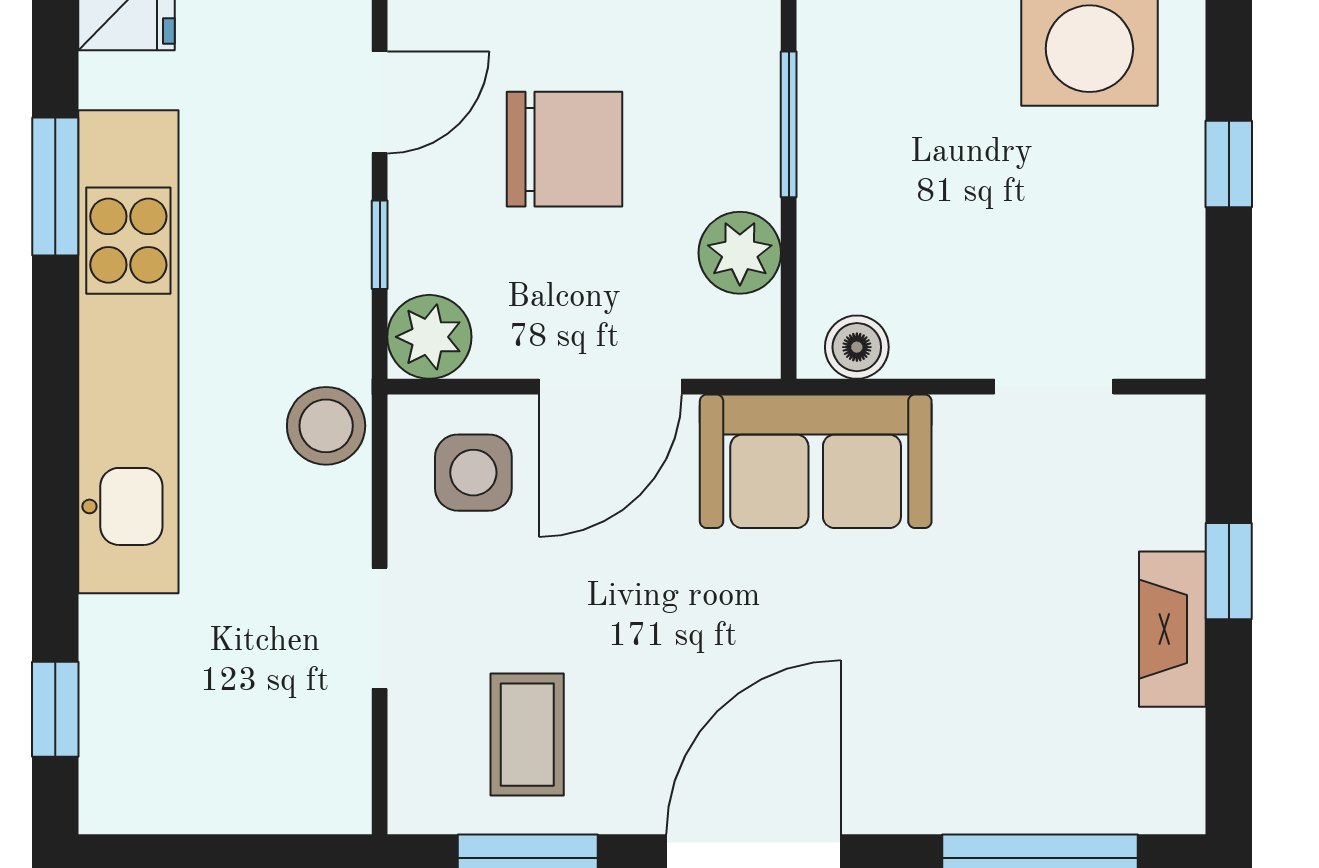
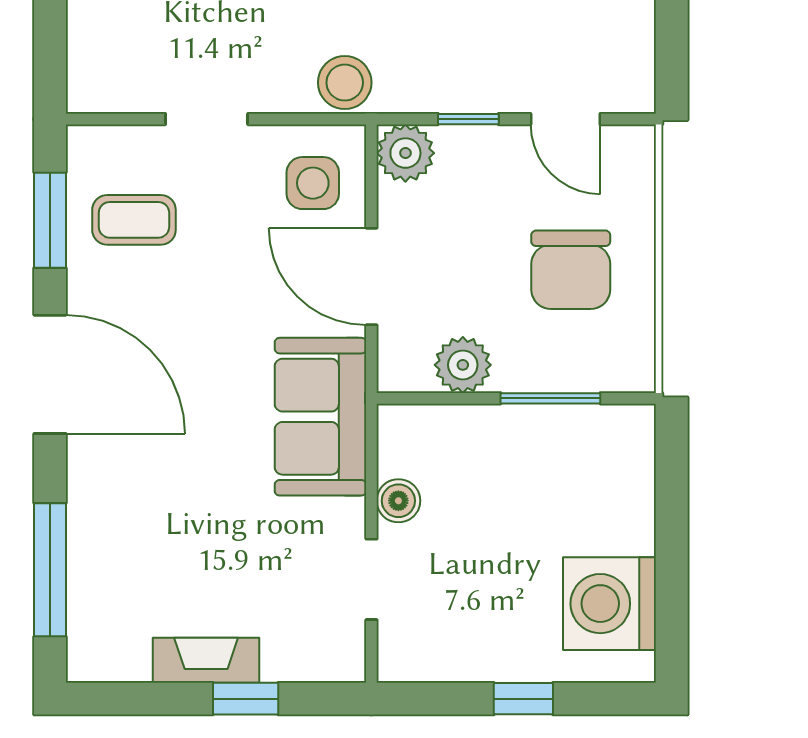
chair: (564, 149) -> (571, 270), moved
boiler: (857, 347) -> (398, 501), moved

